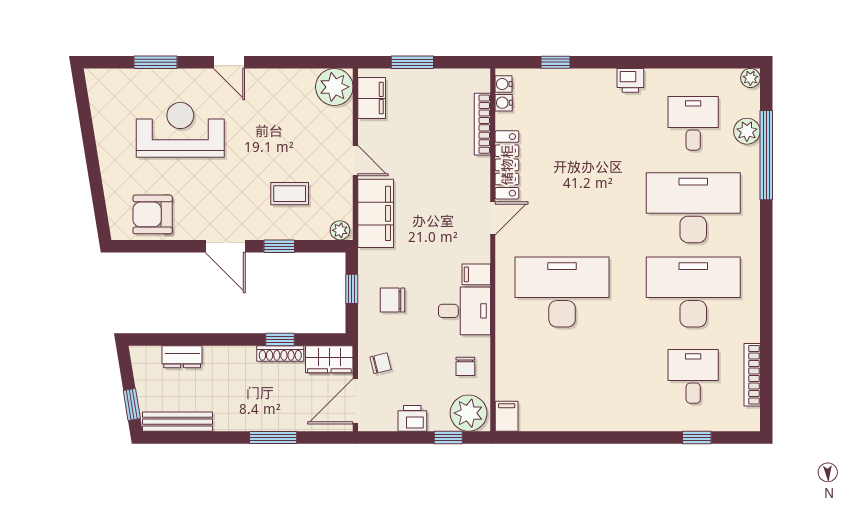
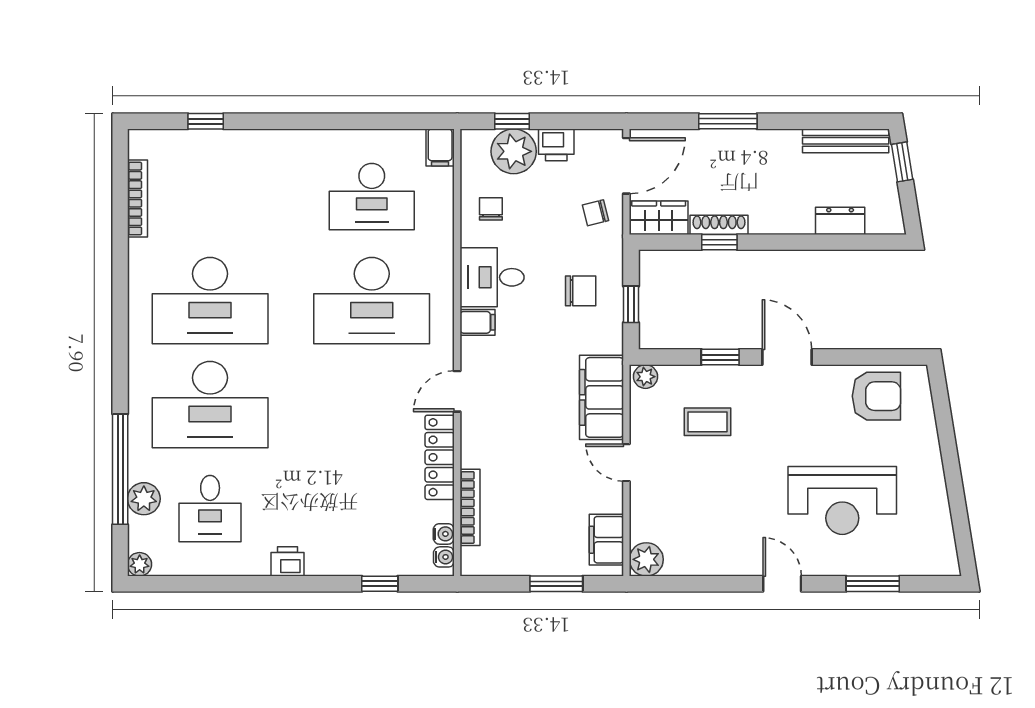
plant: (334, 87) -> (646, 559), width x0.73, depth x0.73
desk: (693, 376) -> (372, 197), moved, width x1.37
plant: (469, 413) -> (514, 151), moved

